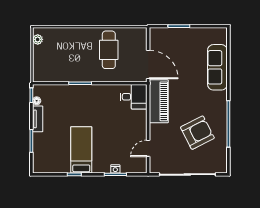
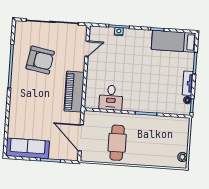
door: (148, 64) -> (81, 138), moved
sofa: (217, 67) -> (28, 148), moved, turned -90
desk: (134, 97) -> (111, 98), moved, turned -90
armchair: (197, 133) -> (40, 60), turned -143
bed: (81, 150) -> (174, 41), moved, turned 90

